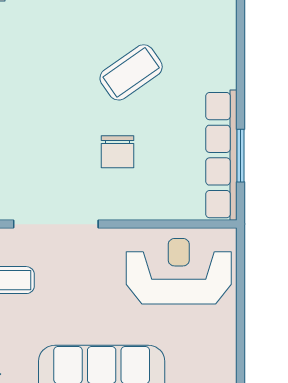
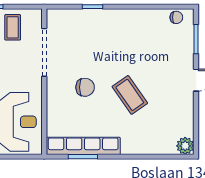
chair: (118, 152) -> (85, 87), turned 180

